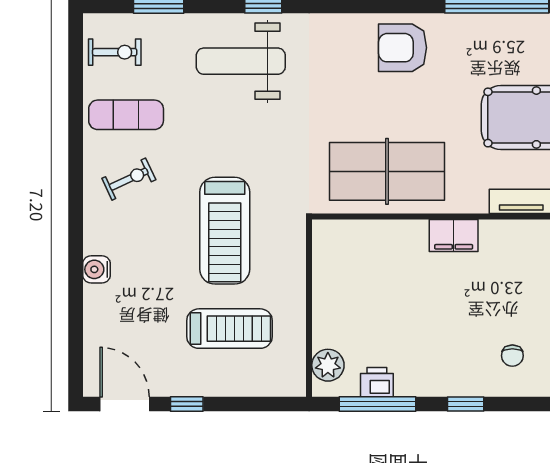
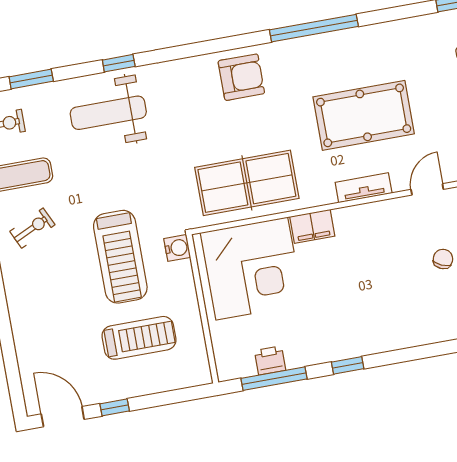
armchair: (403, 48) -> (241, 77), turned 180
water cooler: (96, 269) -> (177, 248), moved, turned 180
corner desk: (375, 272) -> (252, 269), added
chair: (512, 356) -> (379, 318), removed
plant: (328, 365) -> (227, 354), removed

